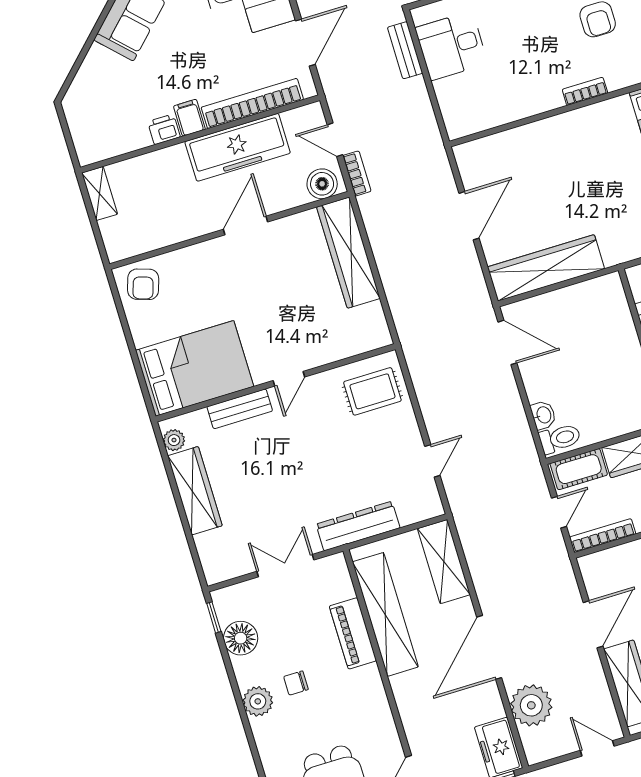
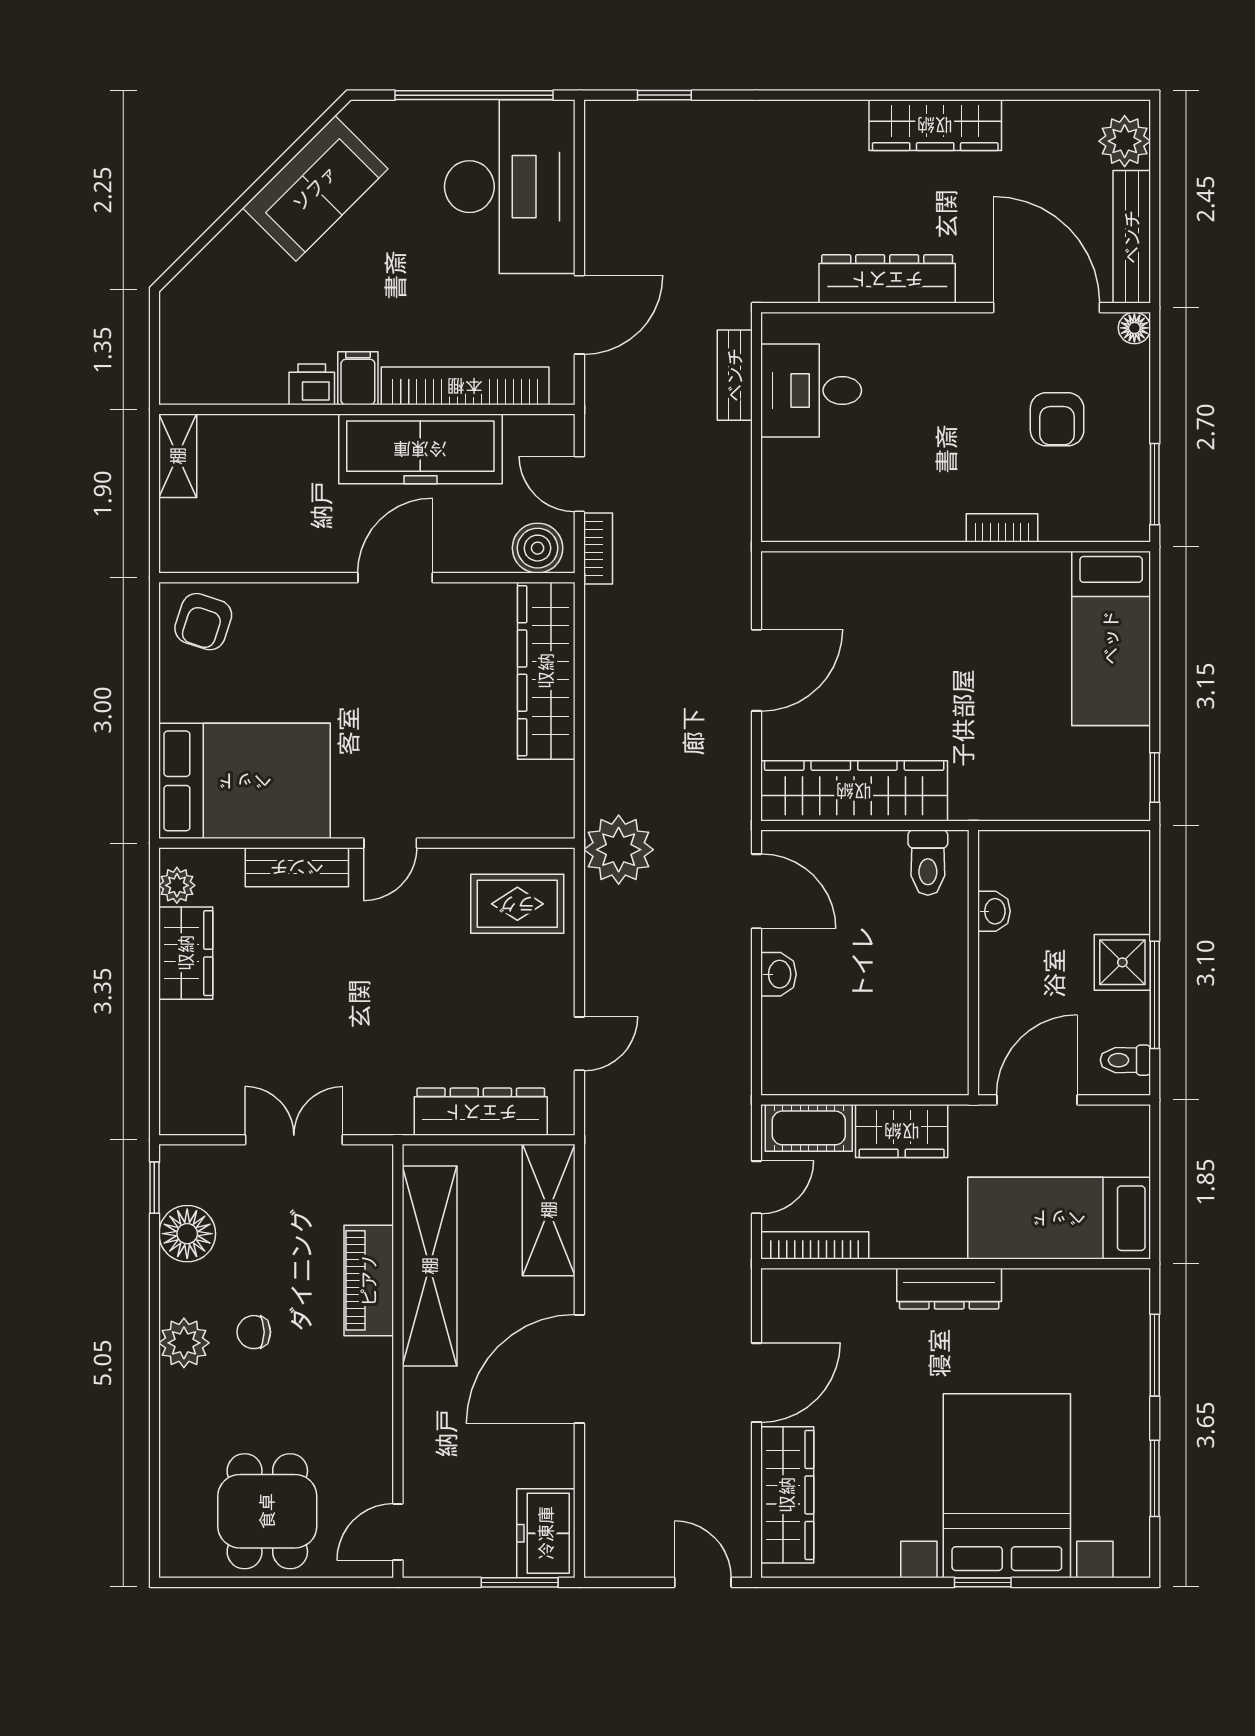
washbasin: (543, 415) -> (779, 974), moved
toilet: (560, 438) -> (928, 863), moved, turned 90
wardrobe: (195, 491) -> (186, 953), width x0.67
dresser: (358, 526) -> (481, 1112), moved
plant: (531, 705) -> (619, 850), moved

